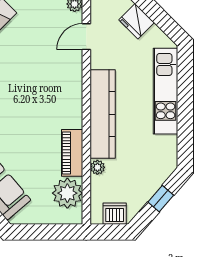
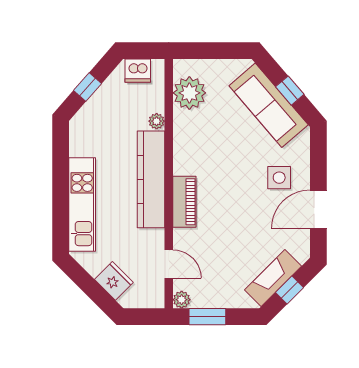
door: (86, 37) -> (169, 264), hinge flipped
piano: (72, 153) -> (184, 202), moved

